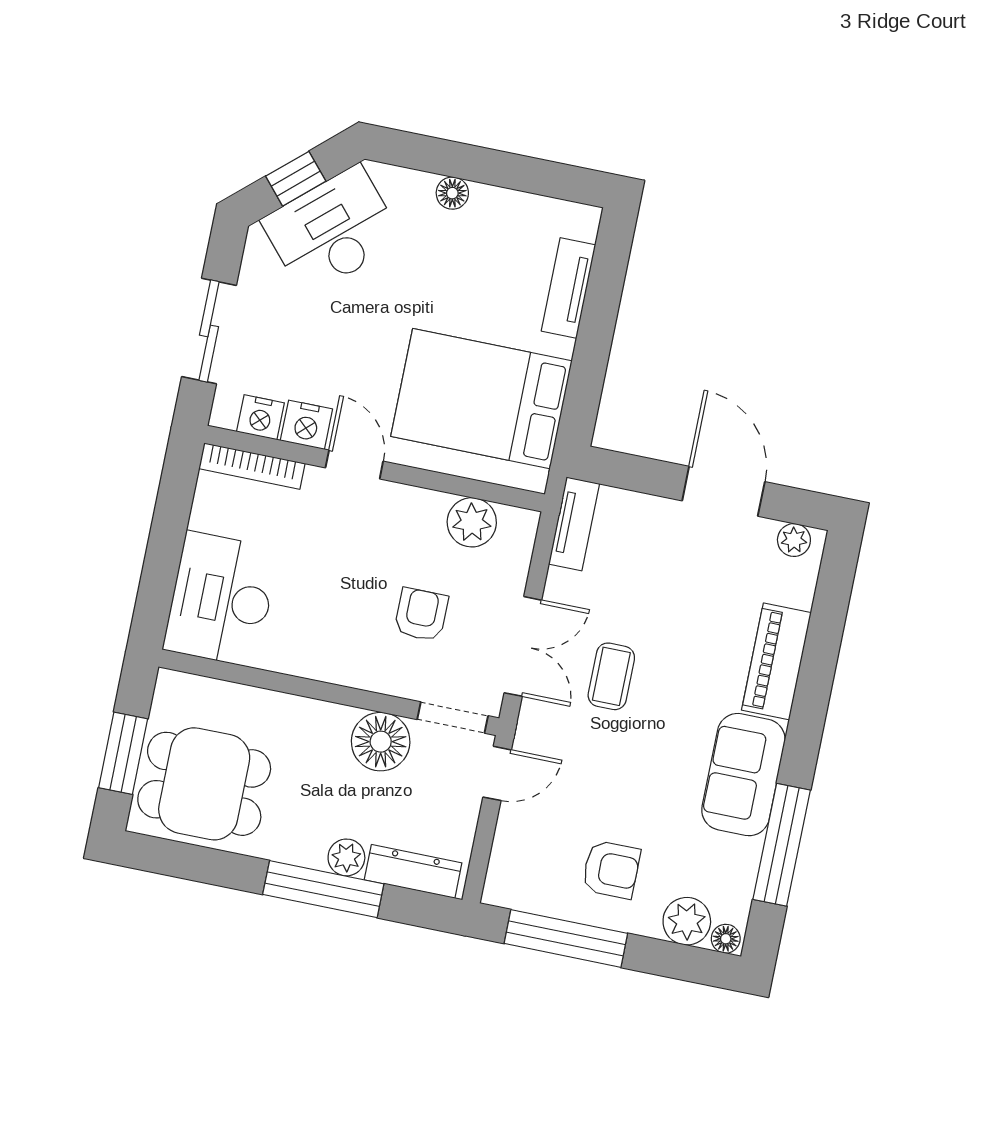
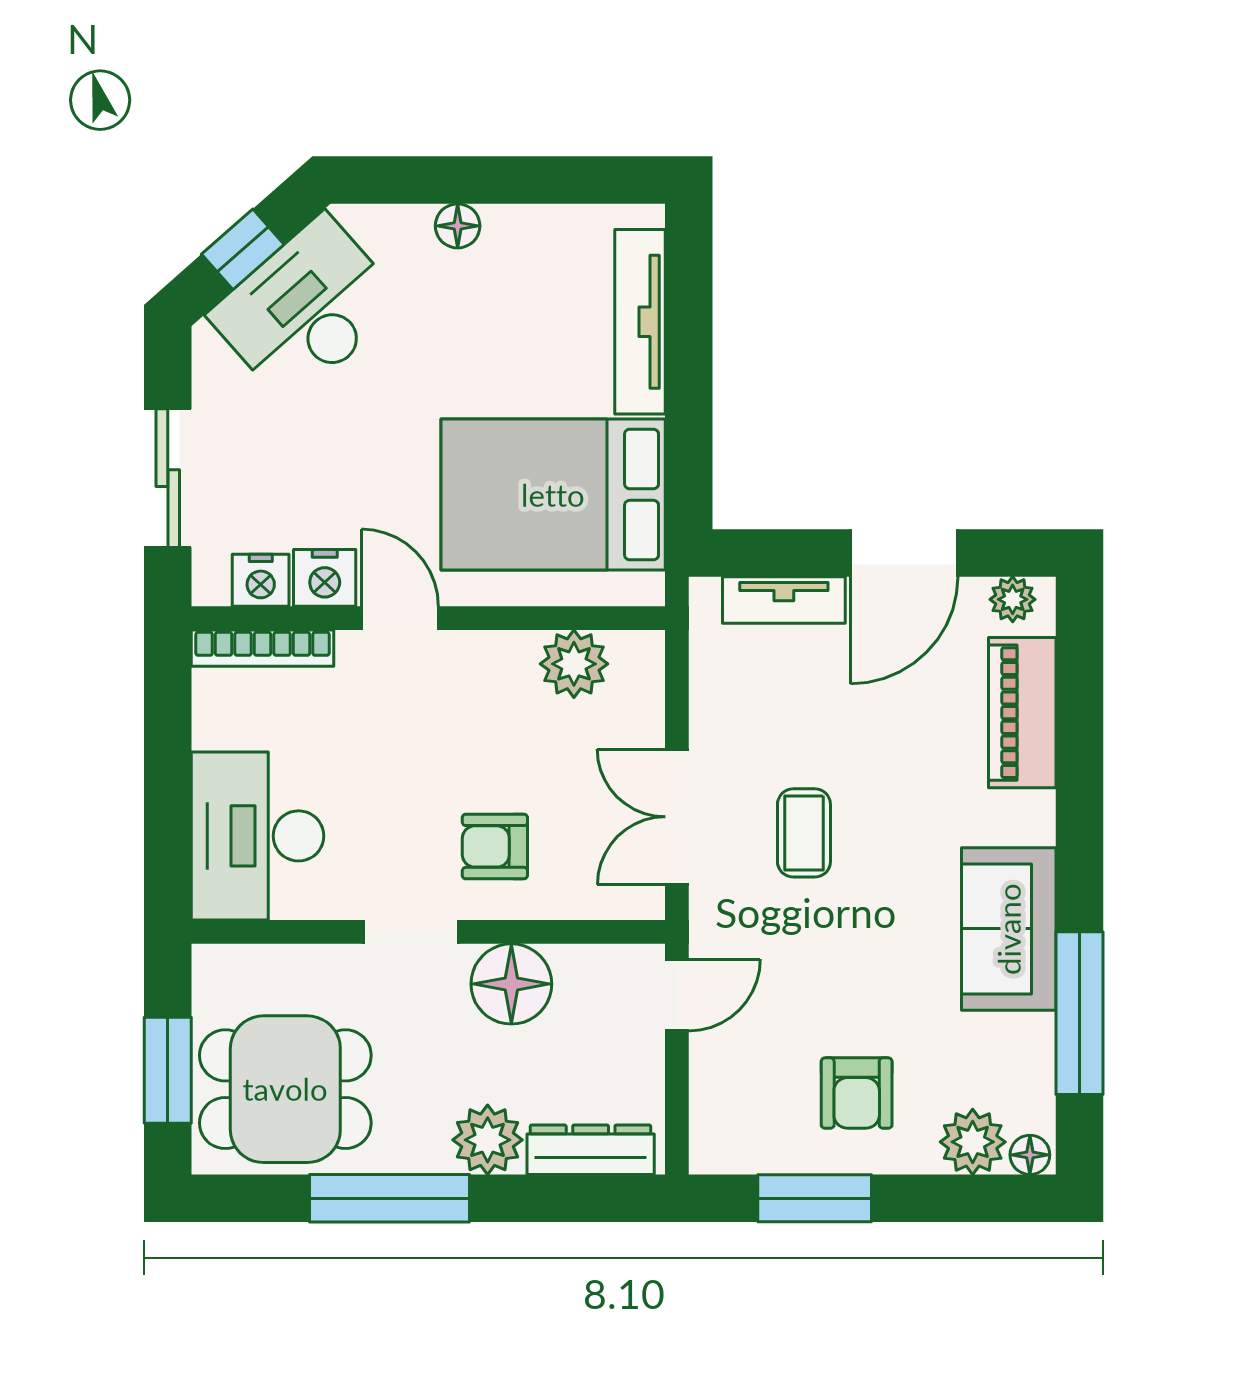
tv unit: (569, 288) -> (640, 322), width x1.41
door: (723, 491) -> (904, 553), swing flipped
tv unit: (574, 524) -> (784, 600), moved, turned 90
armchair: (421, 615) -> (495, 846), moved, turned -90
double door: (523, 646) -> (677, 817), swing flipped
piano: (776, 661) -> (1022, 713), moved
doorway: (453, 718) -> (411, 932), moved
plant: (346, 857) -> (488, 1140), width x1.38, depth x1.38
armchair: (611, 870) -> (857, 1093), turned 90
window: (323, 889) -> (390, 1198), moved
window: (566, 938) -> (815, 1198), width x0.69

